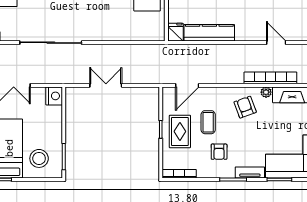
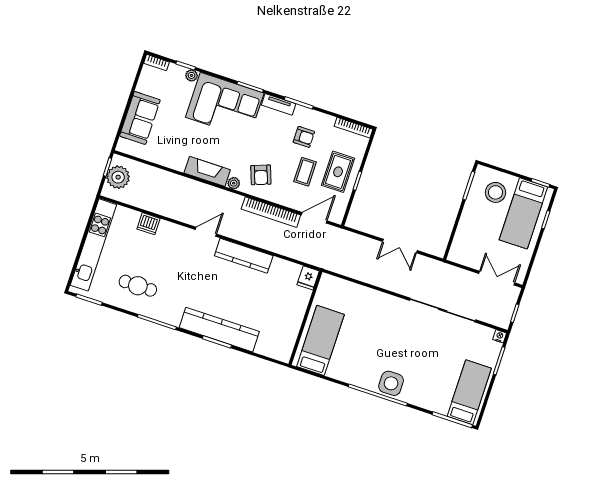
kitchen counter: (209, 33) -> (244, 256), moved
door: (276, 43) -> (206, 232), swing flipped
bookcase: (270, 78) -> (271, 212), moved
nightstand: (54, 96) -> (458, 253), removed
armchair: (219, 152) -> (304, 137), turned 90

